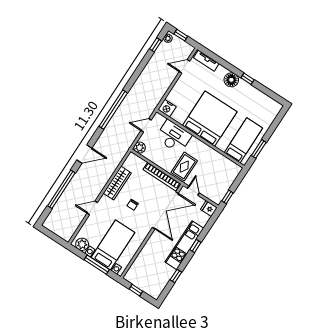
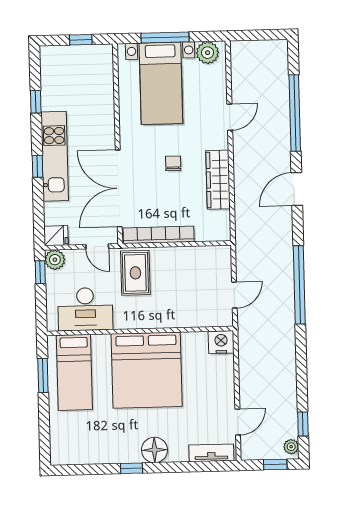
desk: (174, 137) -> (85, 309), moved
plant: (140, 148) -> (55, 260), moved

